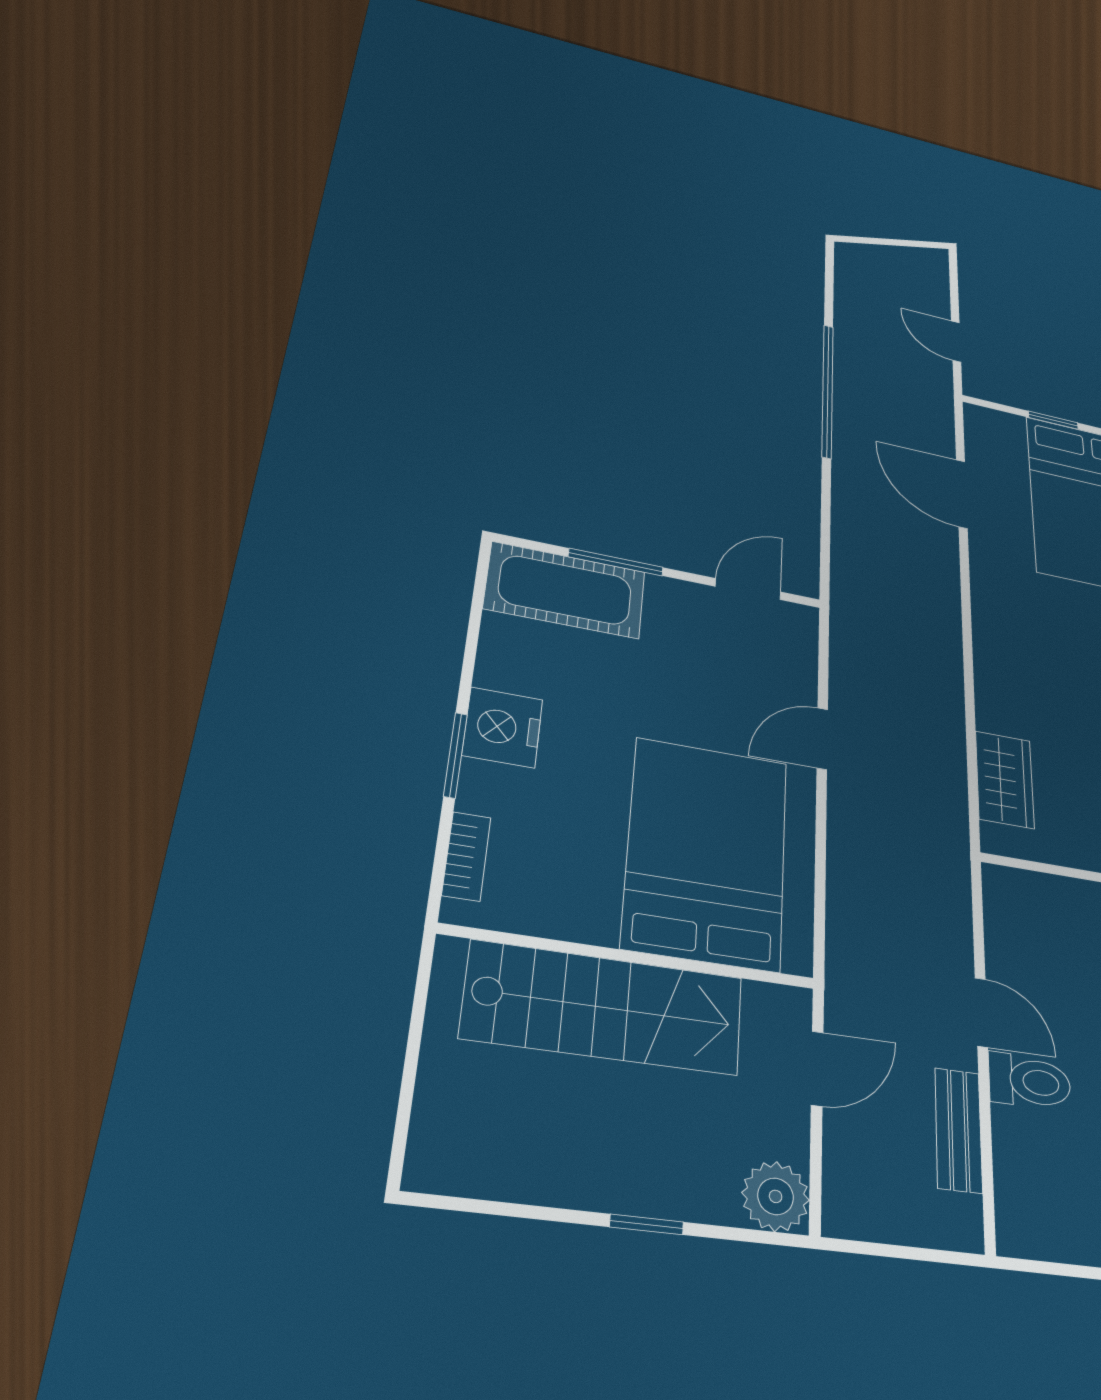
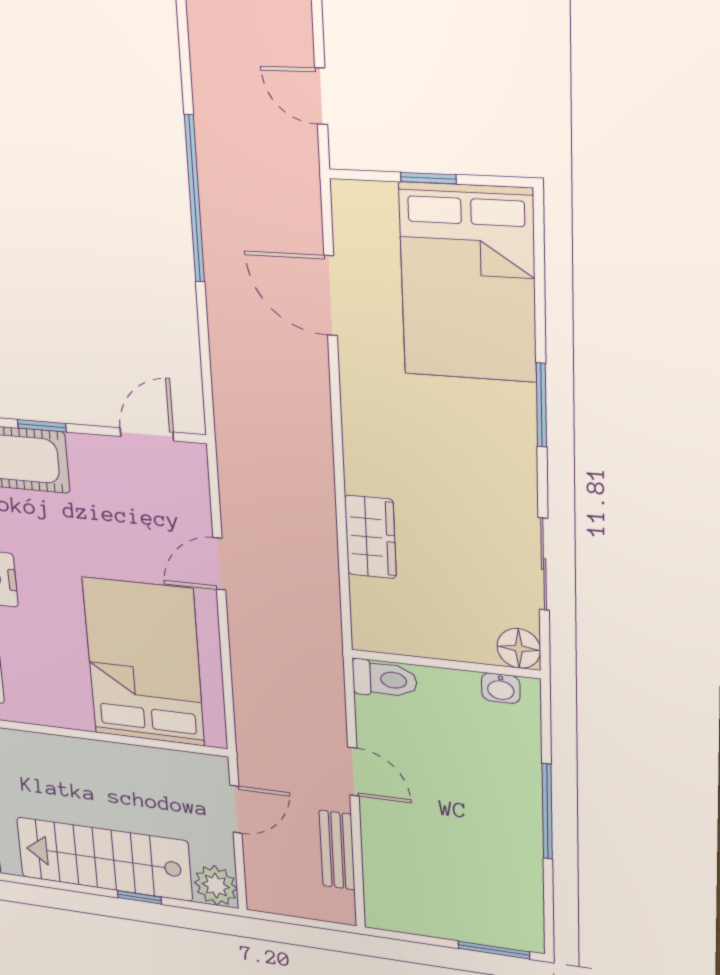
window: (616, 562) -> (42, 426), width x0.67
wardrobe: (1005, 780) -> (370, 537), moved
stairs: (604, 1007) -> (104, 859), moved, turned 180
toilet: (1030, 1081) -> (385, 679), moved

